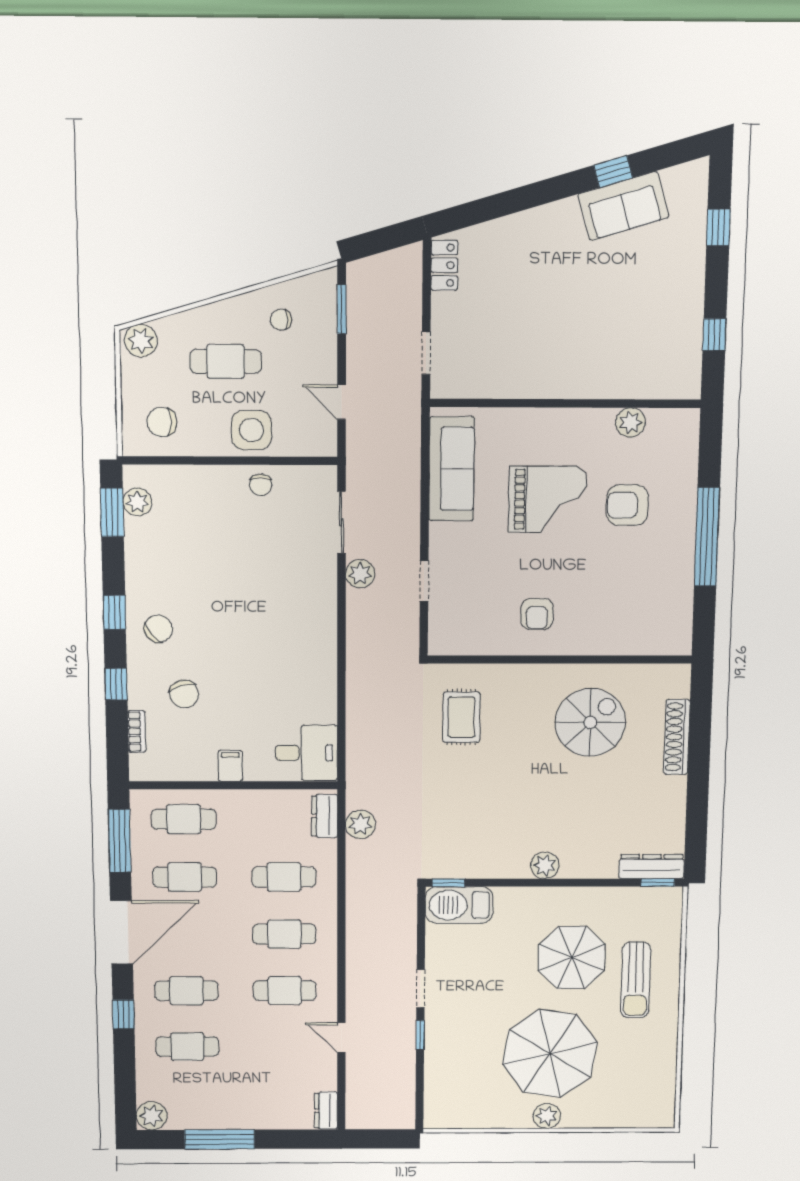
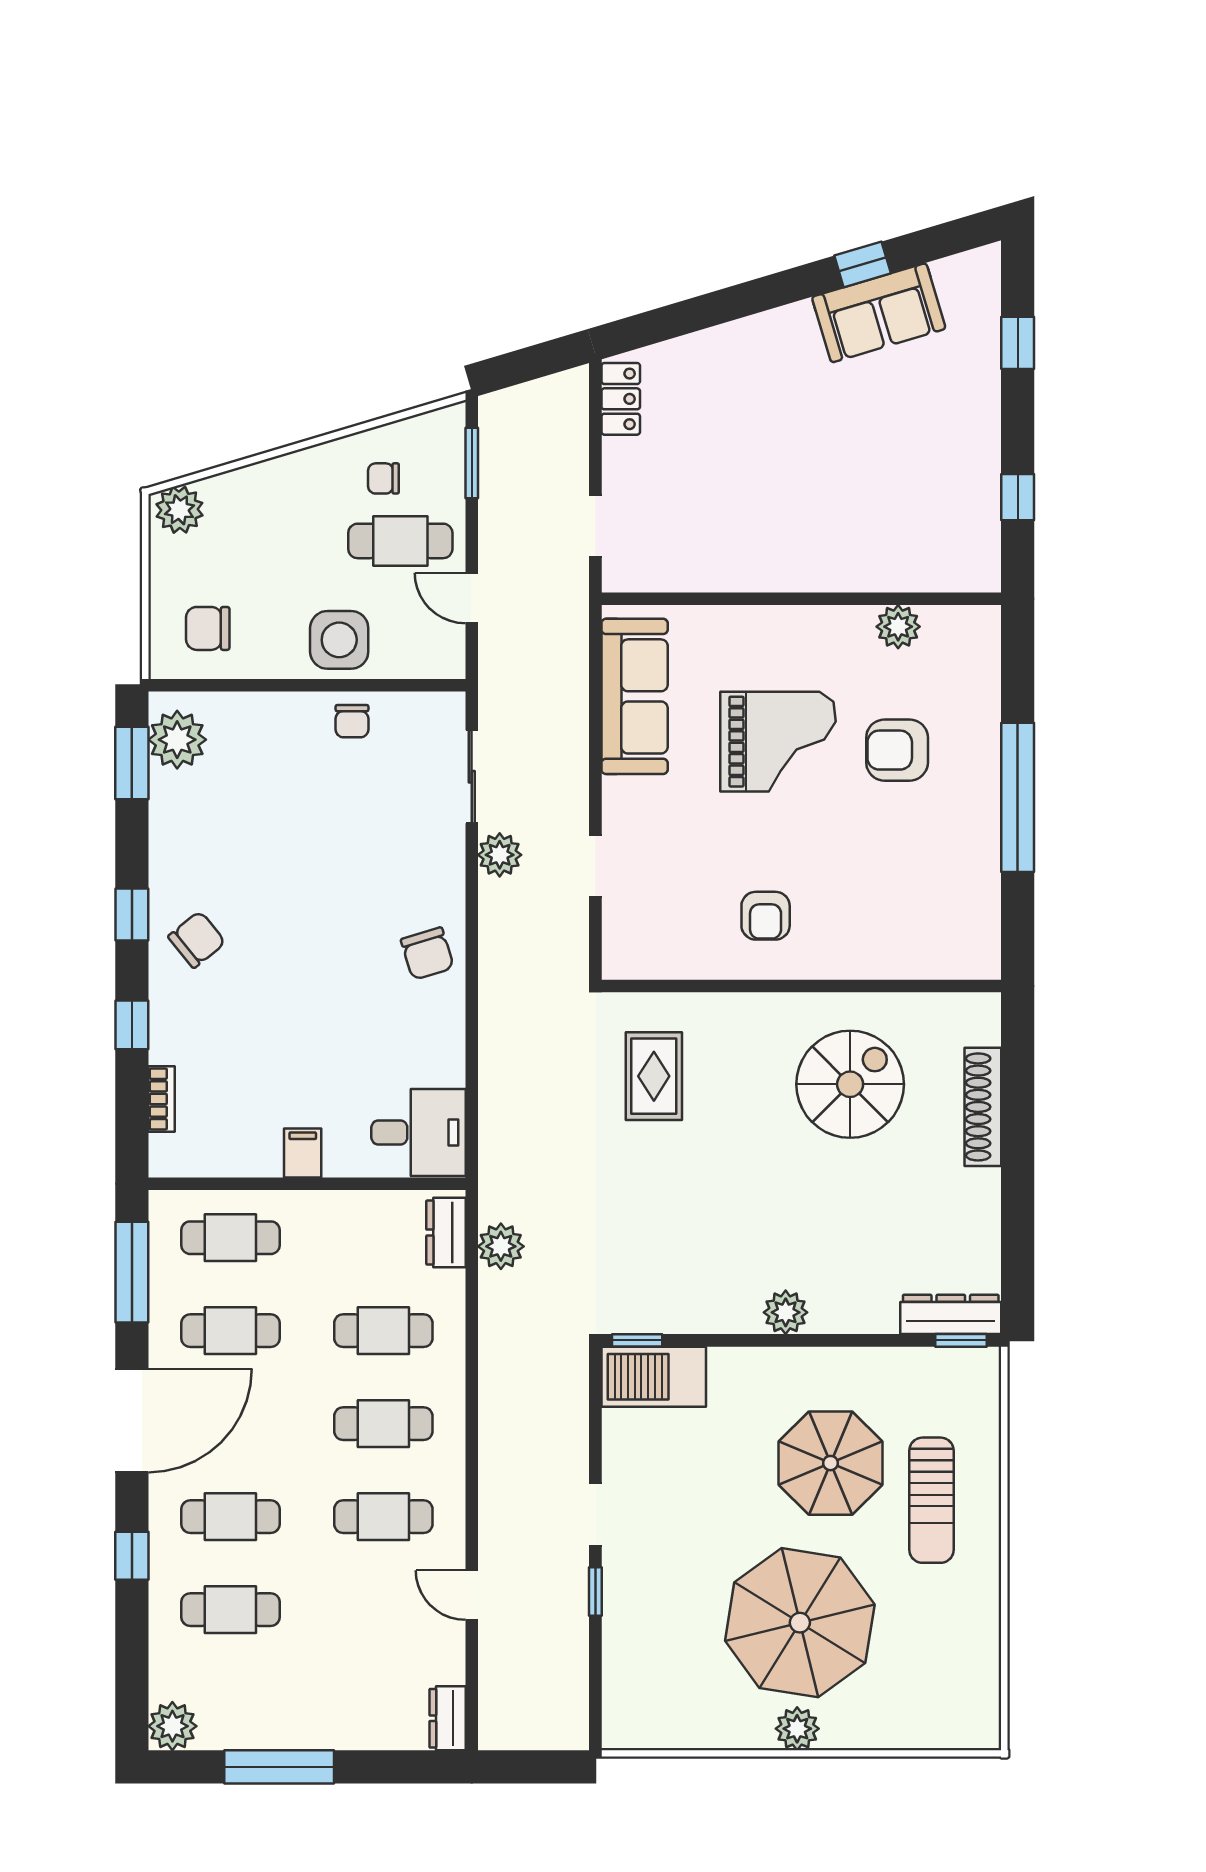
cafe table: (226, 361) -> (400, 541), moved
plant: (137, 502) -> (177, 740), width x1.36, depth x1.36
chair: (184, 694) -> (427, 954), moved

